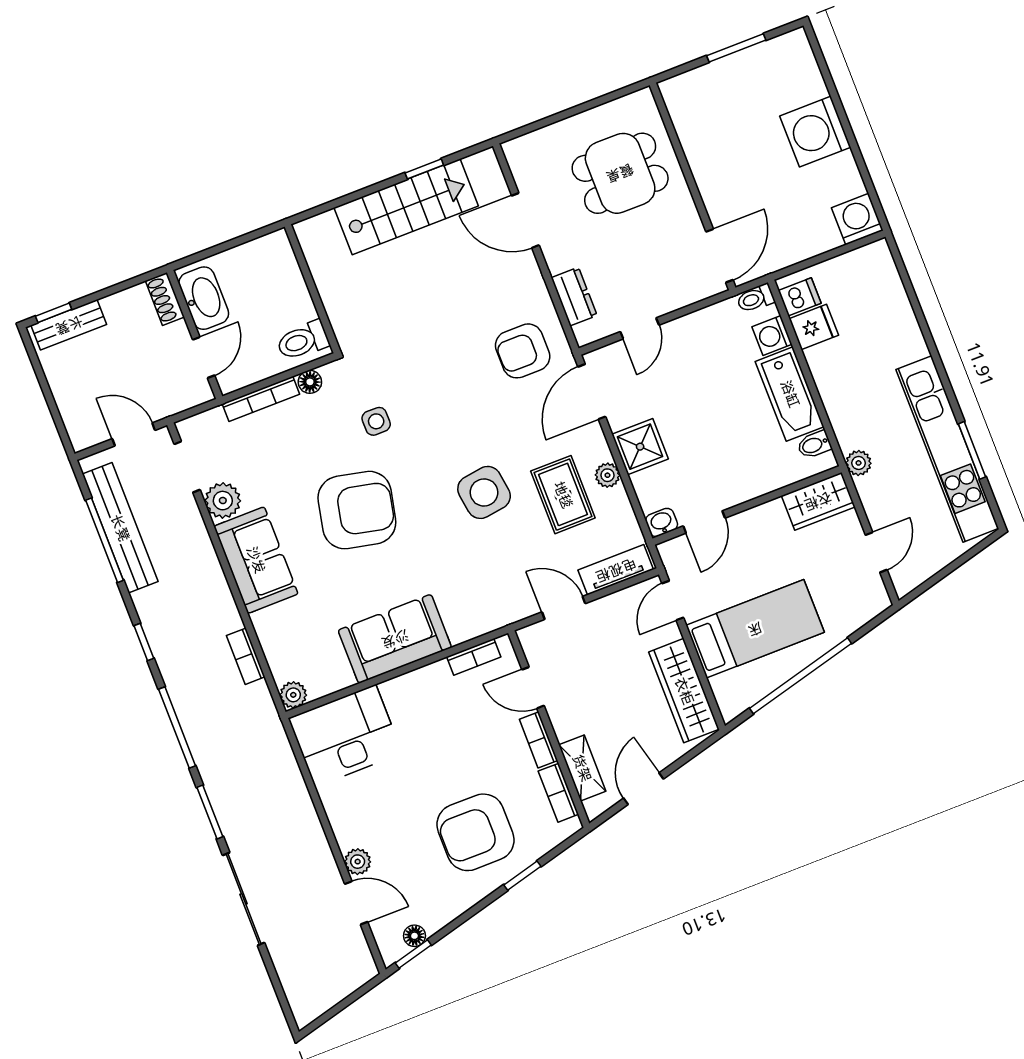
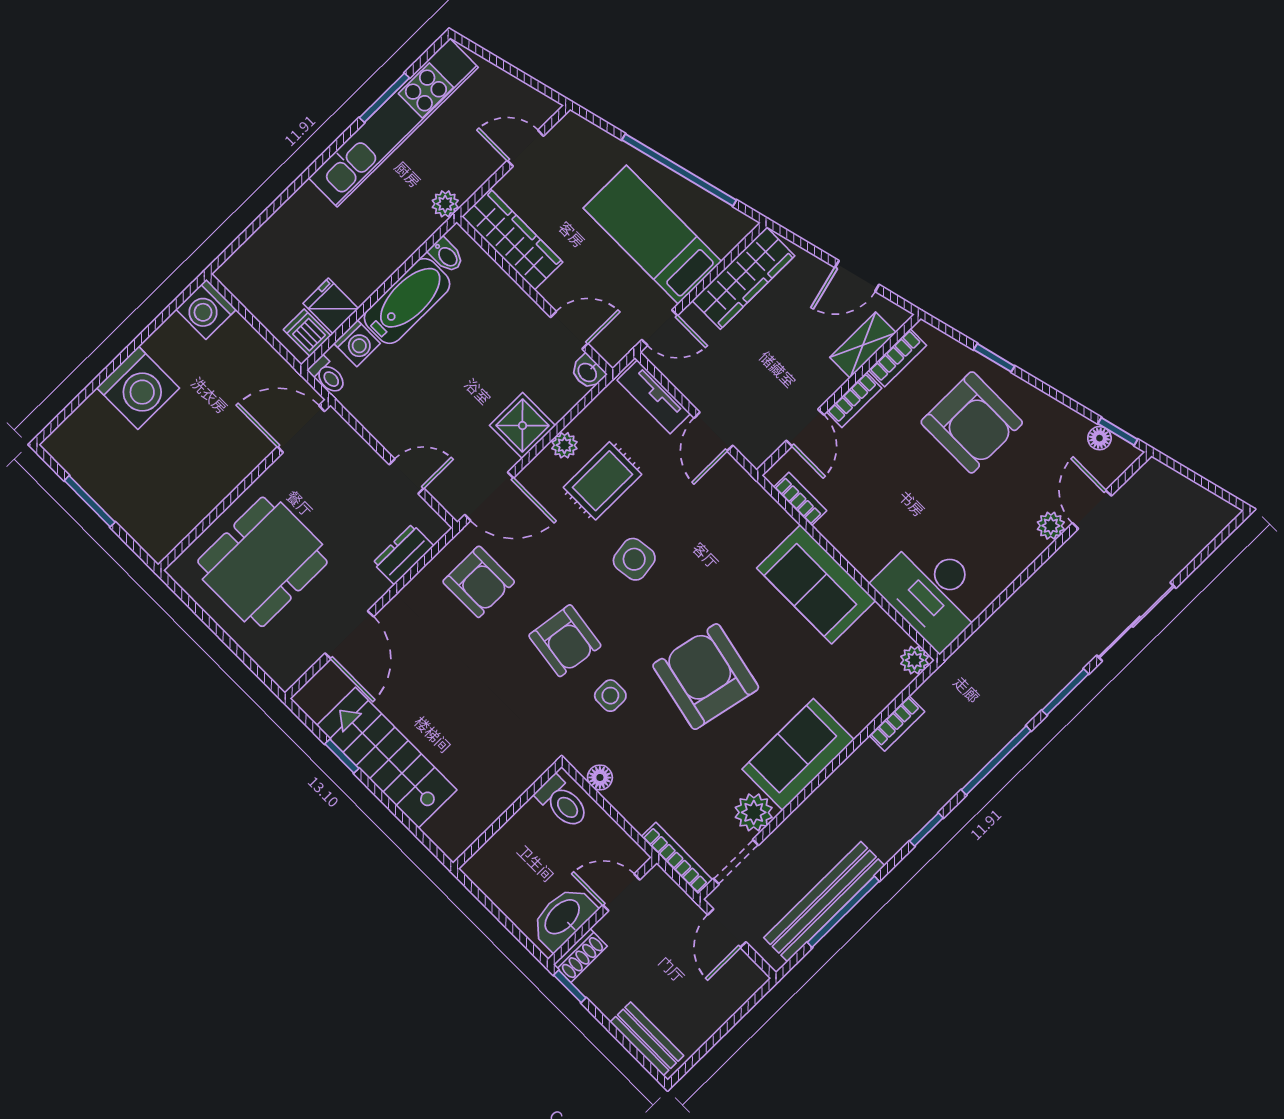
dining table: (620, 173) -> (262, 562), width x1.38
window: (54, 313) -> (570, 986), moved
bookcase: (261, 399) -> (677, 858), moved
armchair: (440, 403) -> (565, 641), added
side table: (484, 492) -> (634, 559), width x0.73, depth x0.73
wardrobe: (818, 501) -> (512, 239), width x1.50

